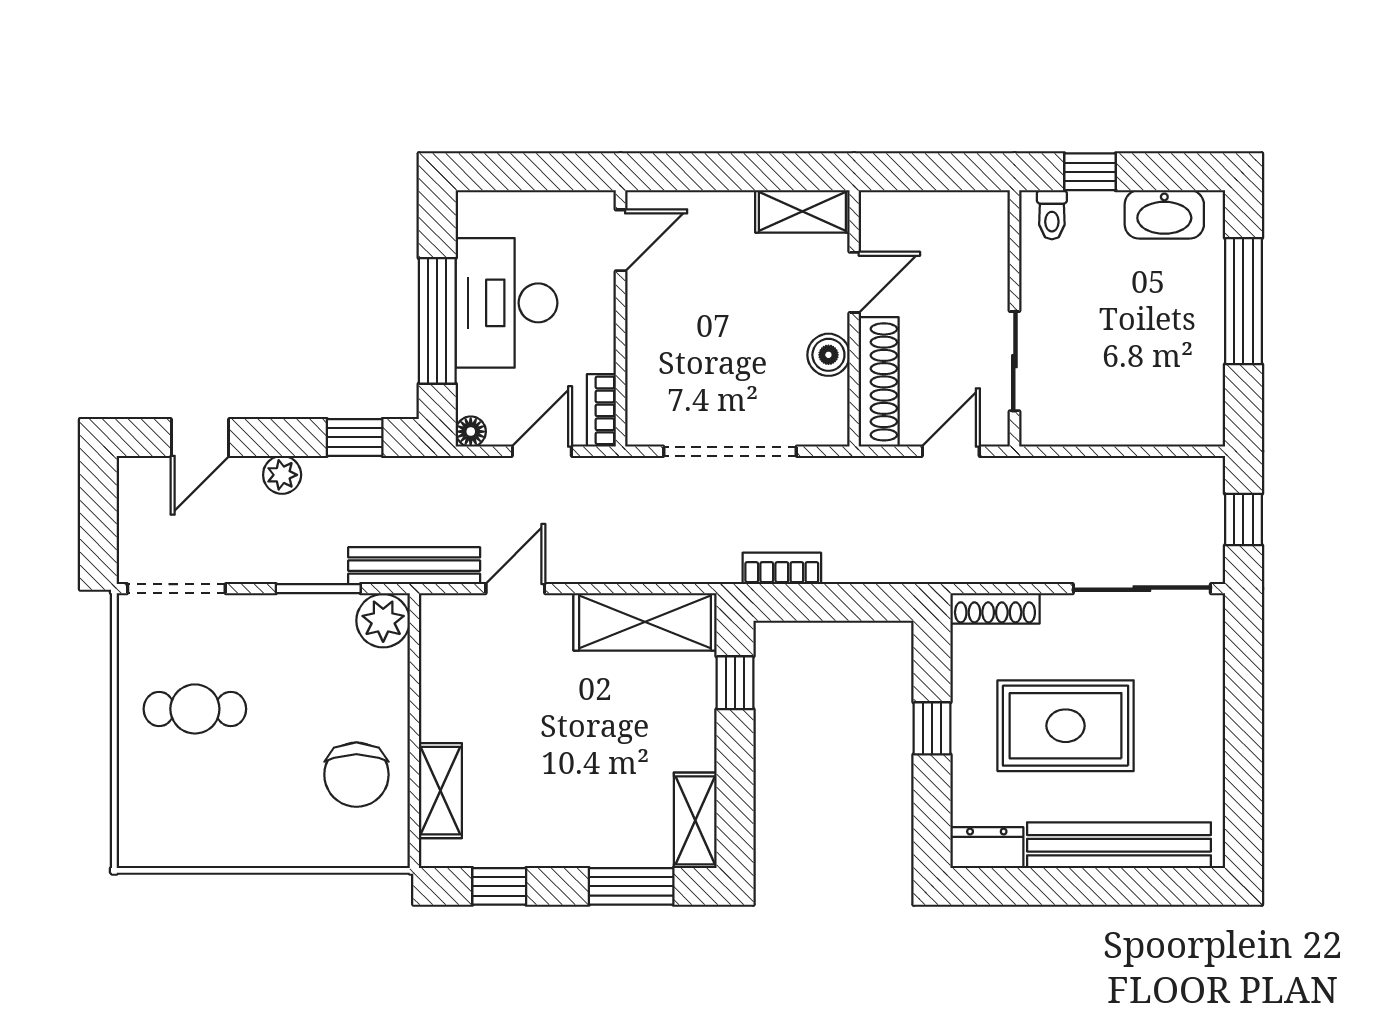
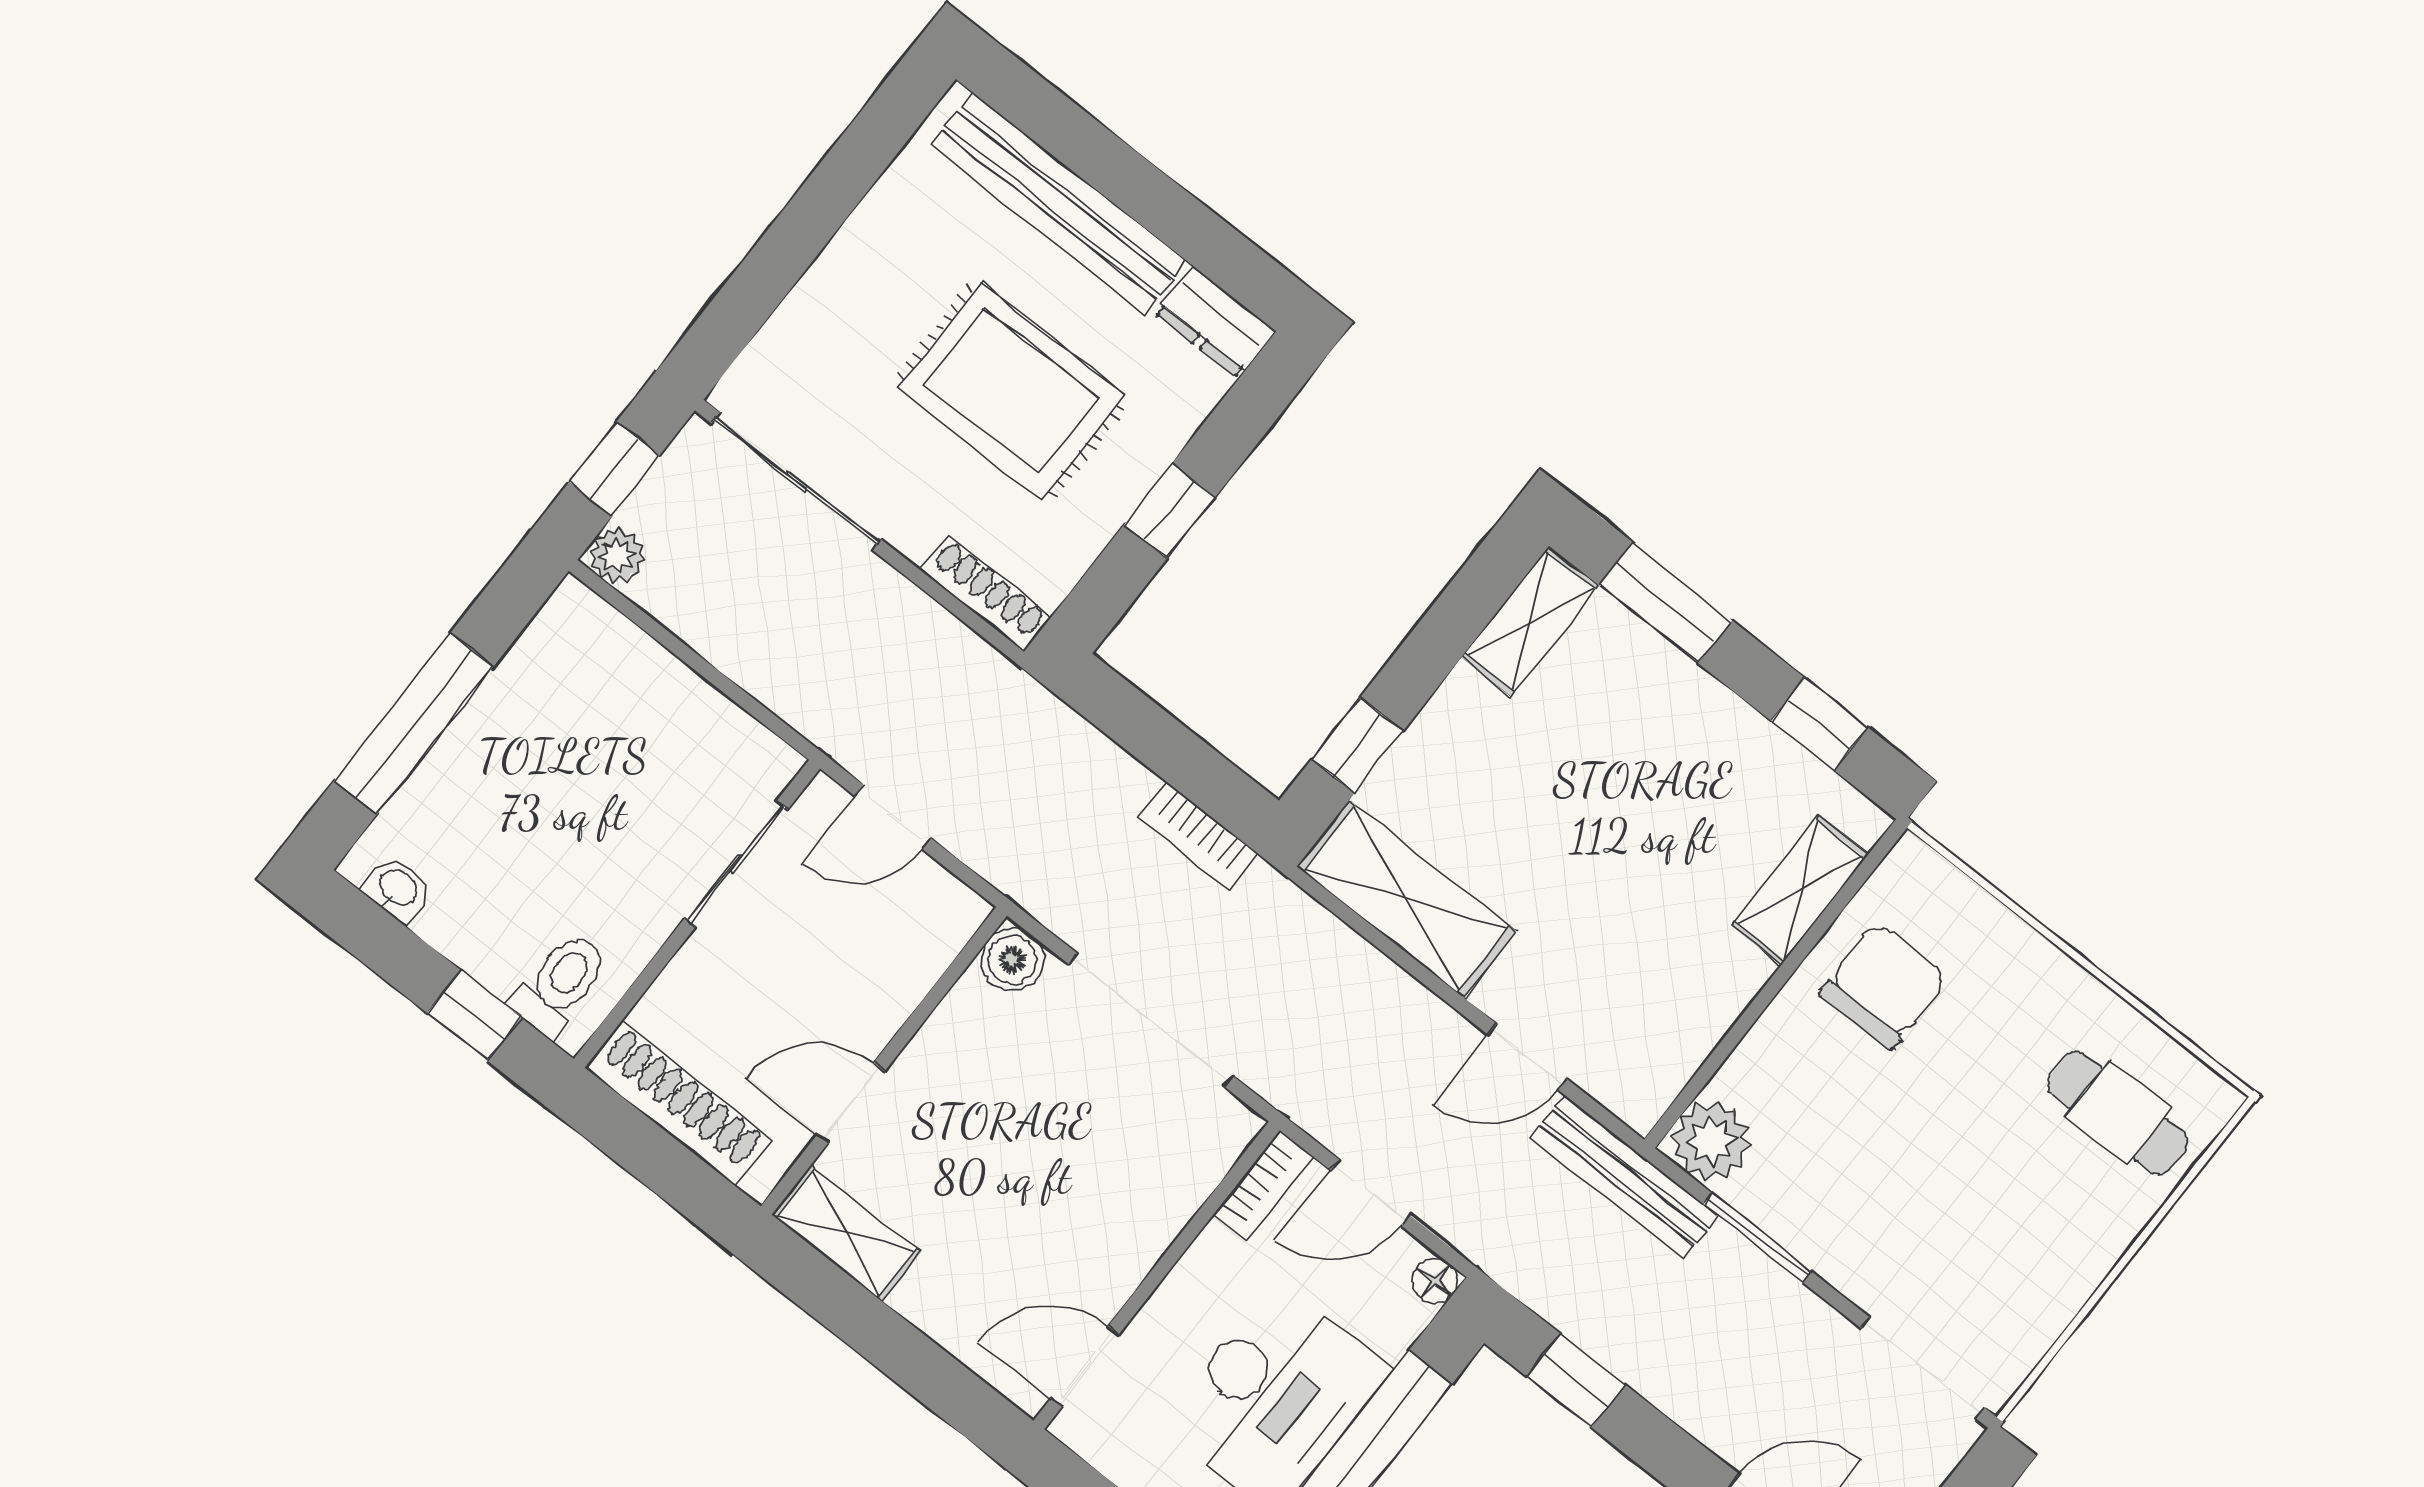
washbasin: (1164, 214) -> (398, 889), width x0.52, depth x0.69
toilet: (1052, 215) -> (560, 984), width x1.37, depth x1.39
boiler: (828, 355) -> (1012, 959), moved
shoe rack: (879, 382) -> (678, 1104), moved, turned 90
plant: (282, 475) -> (617, 556), moved
cafe table: (195, 709) -> (2118, 1113), moved

